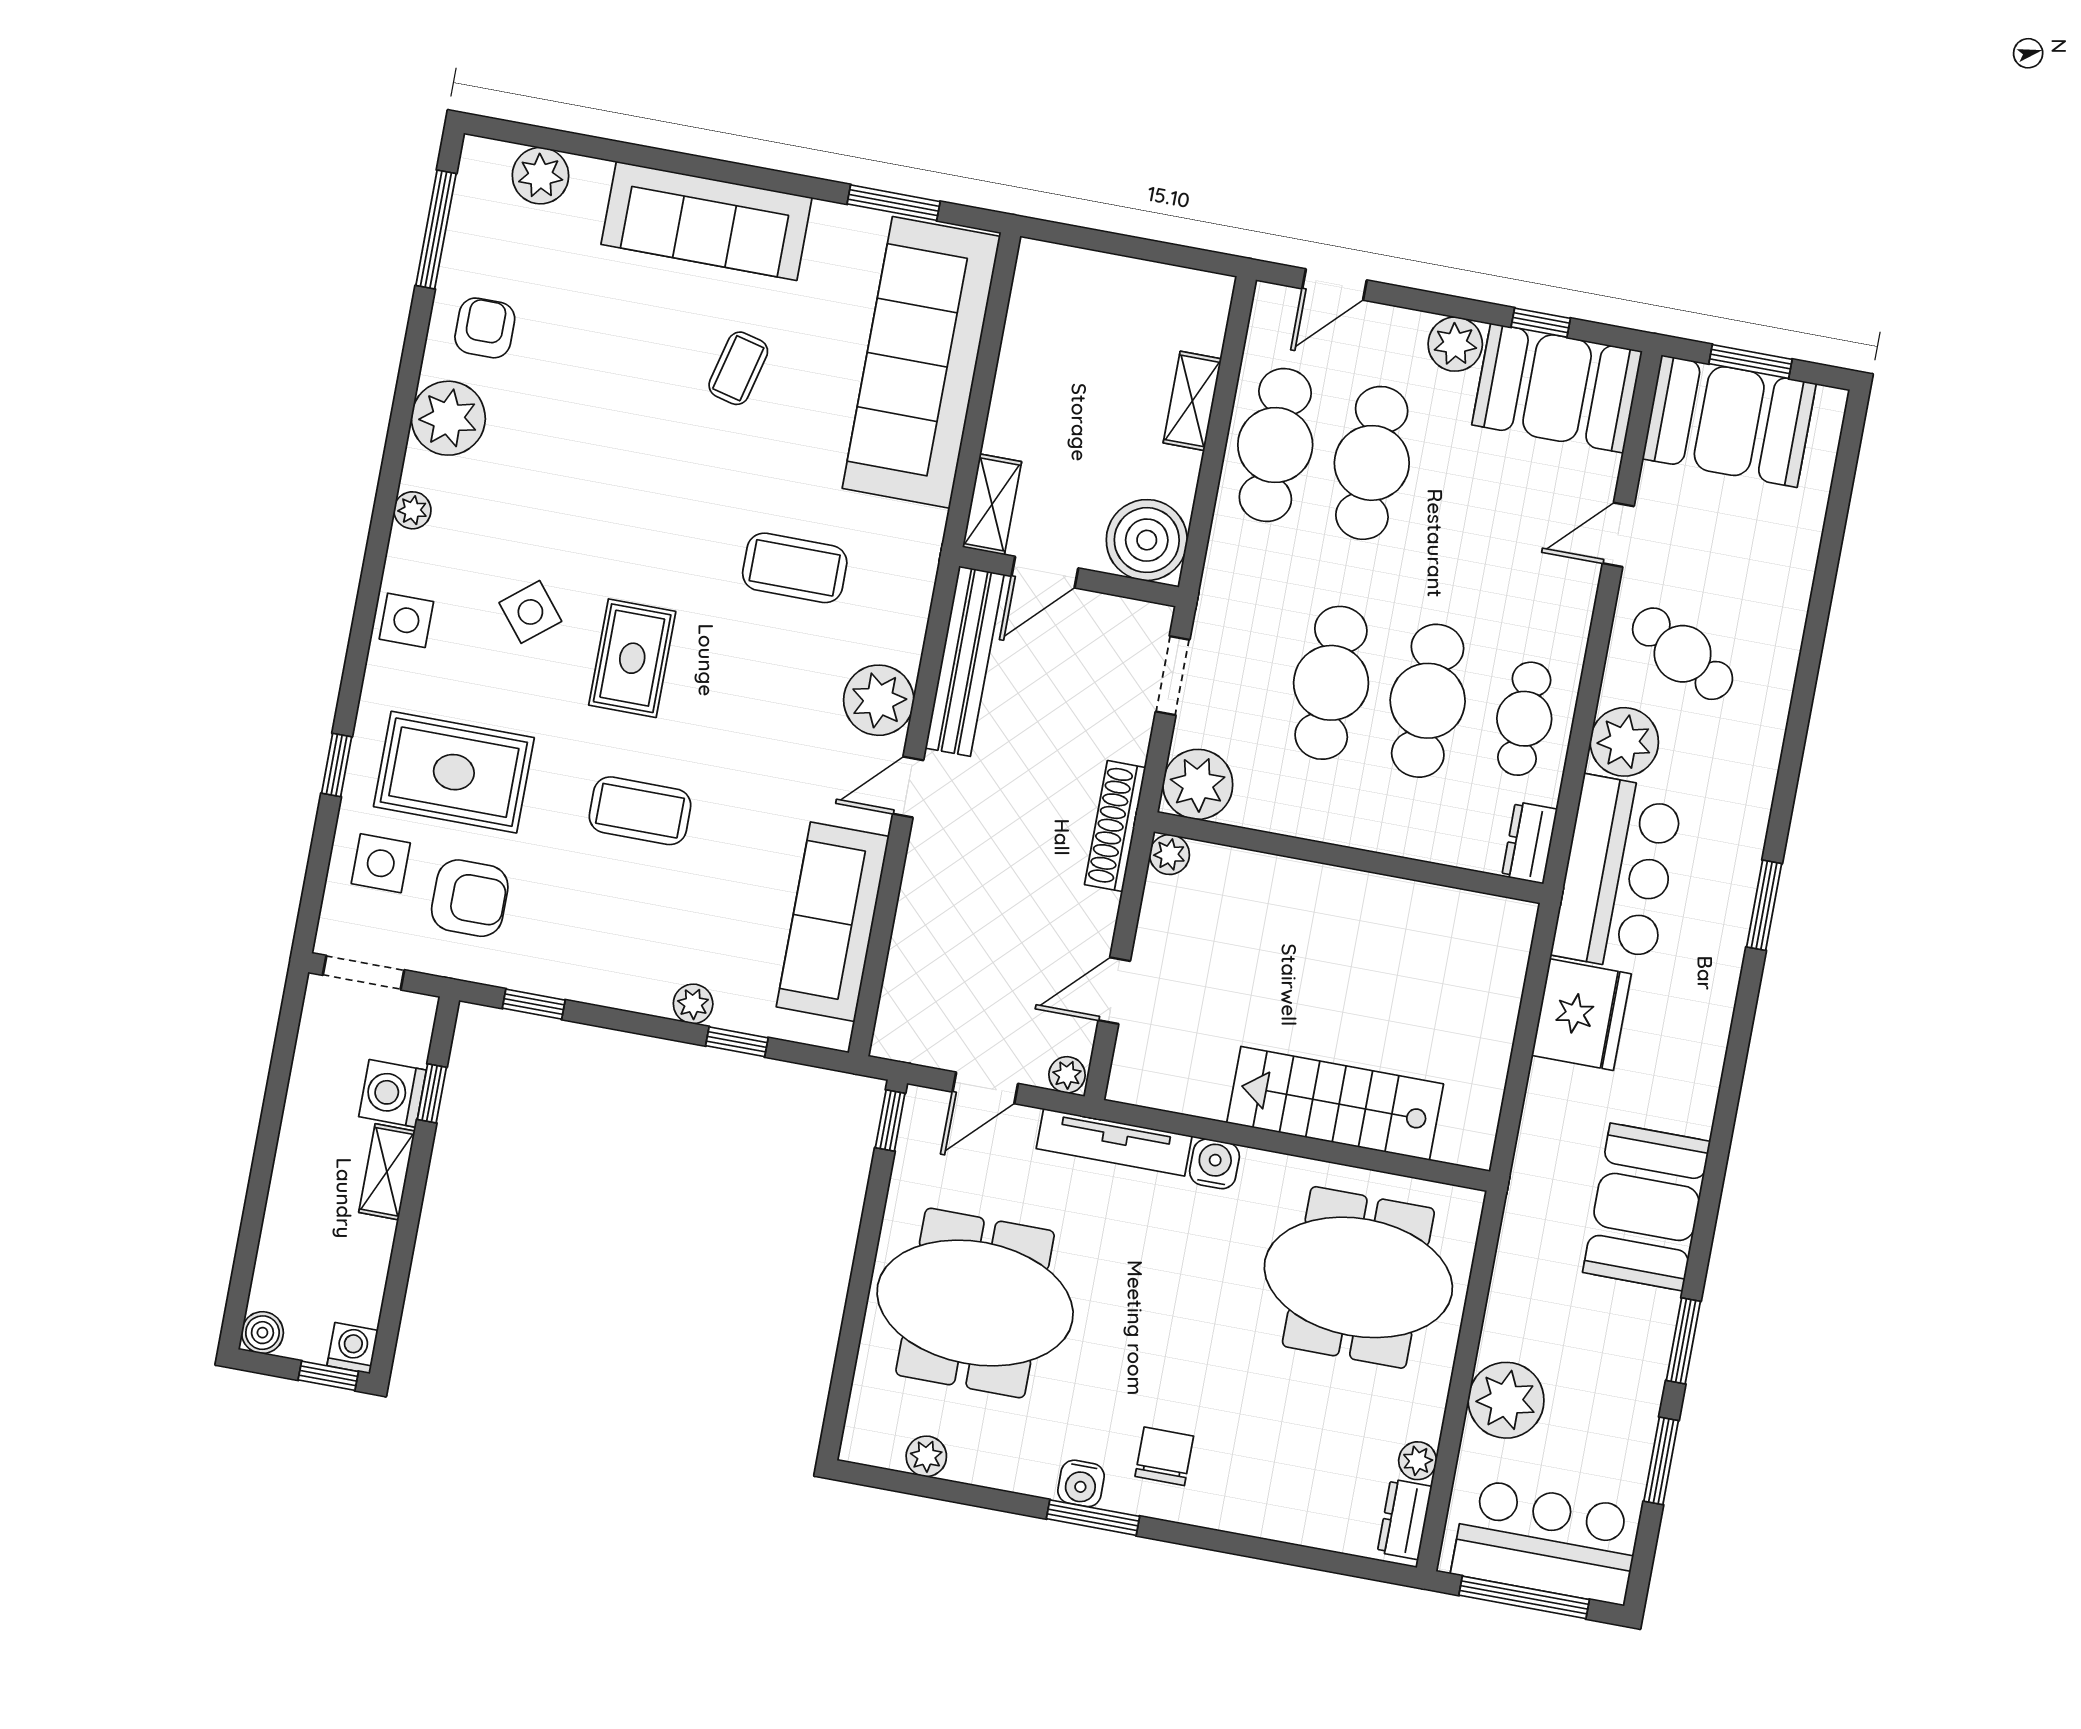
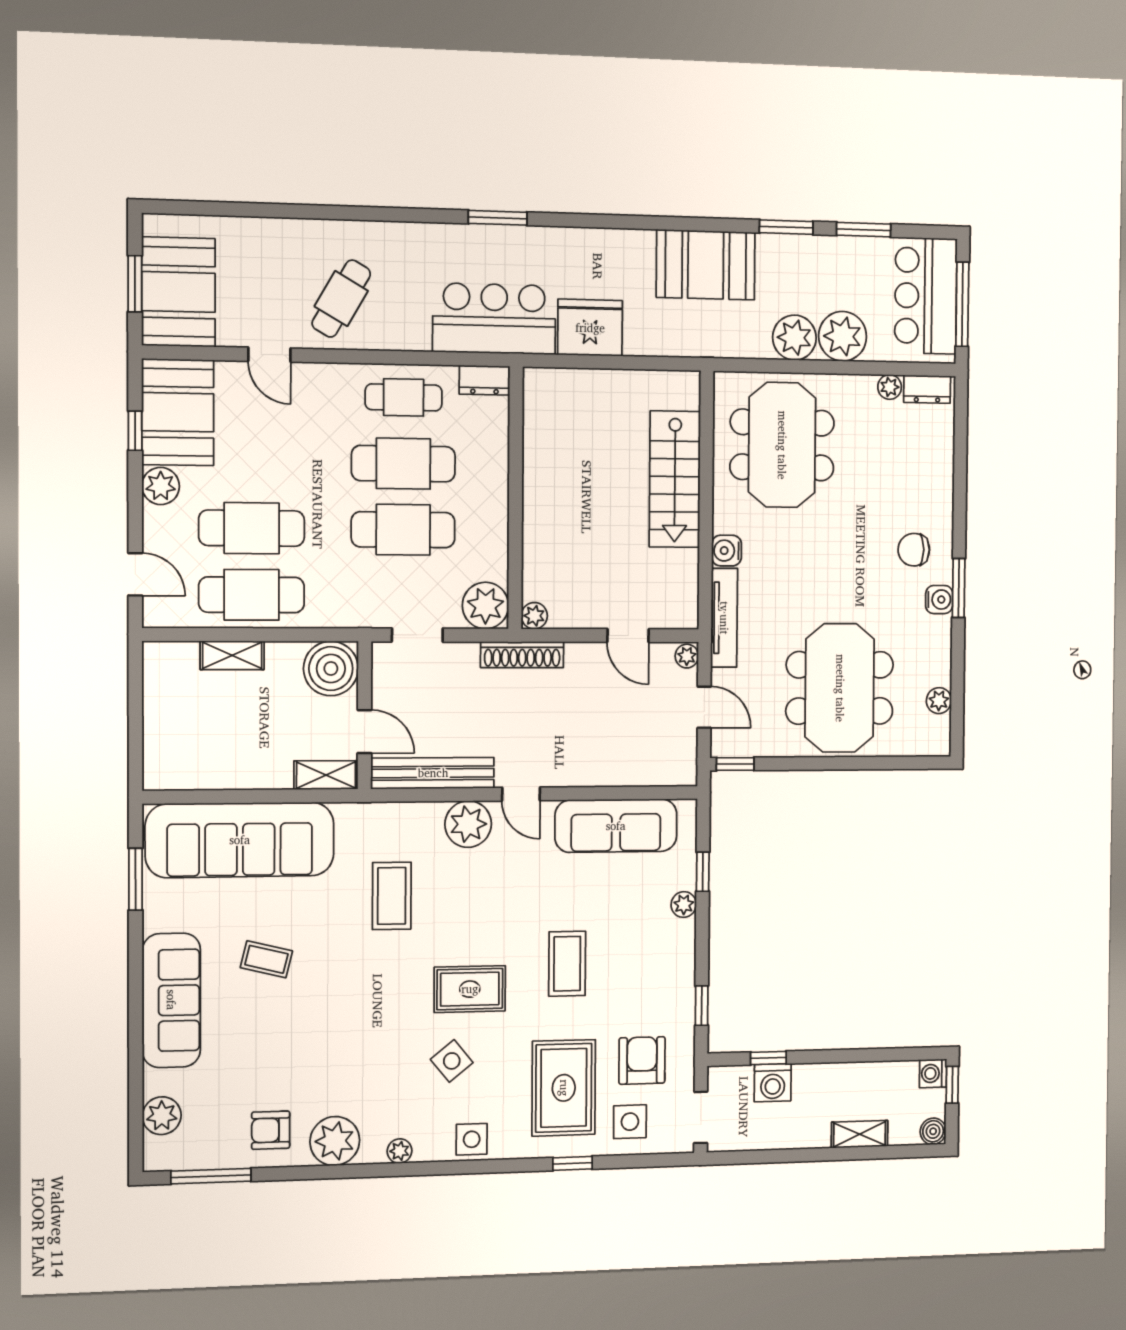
plant: (1624, 742) -> (794, 338), moved
shelving: (387, 1172) -> (859, 1134), moved

